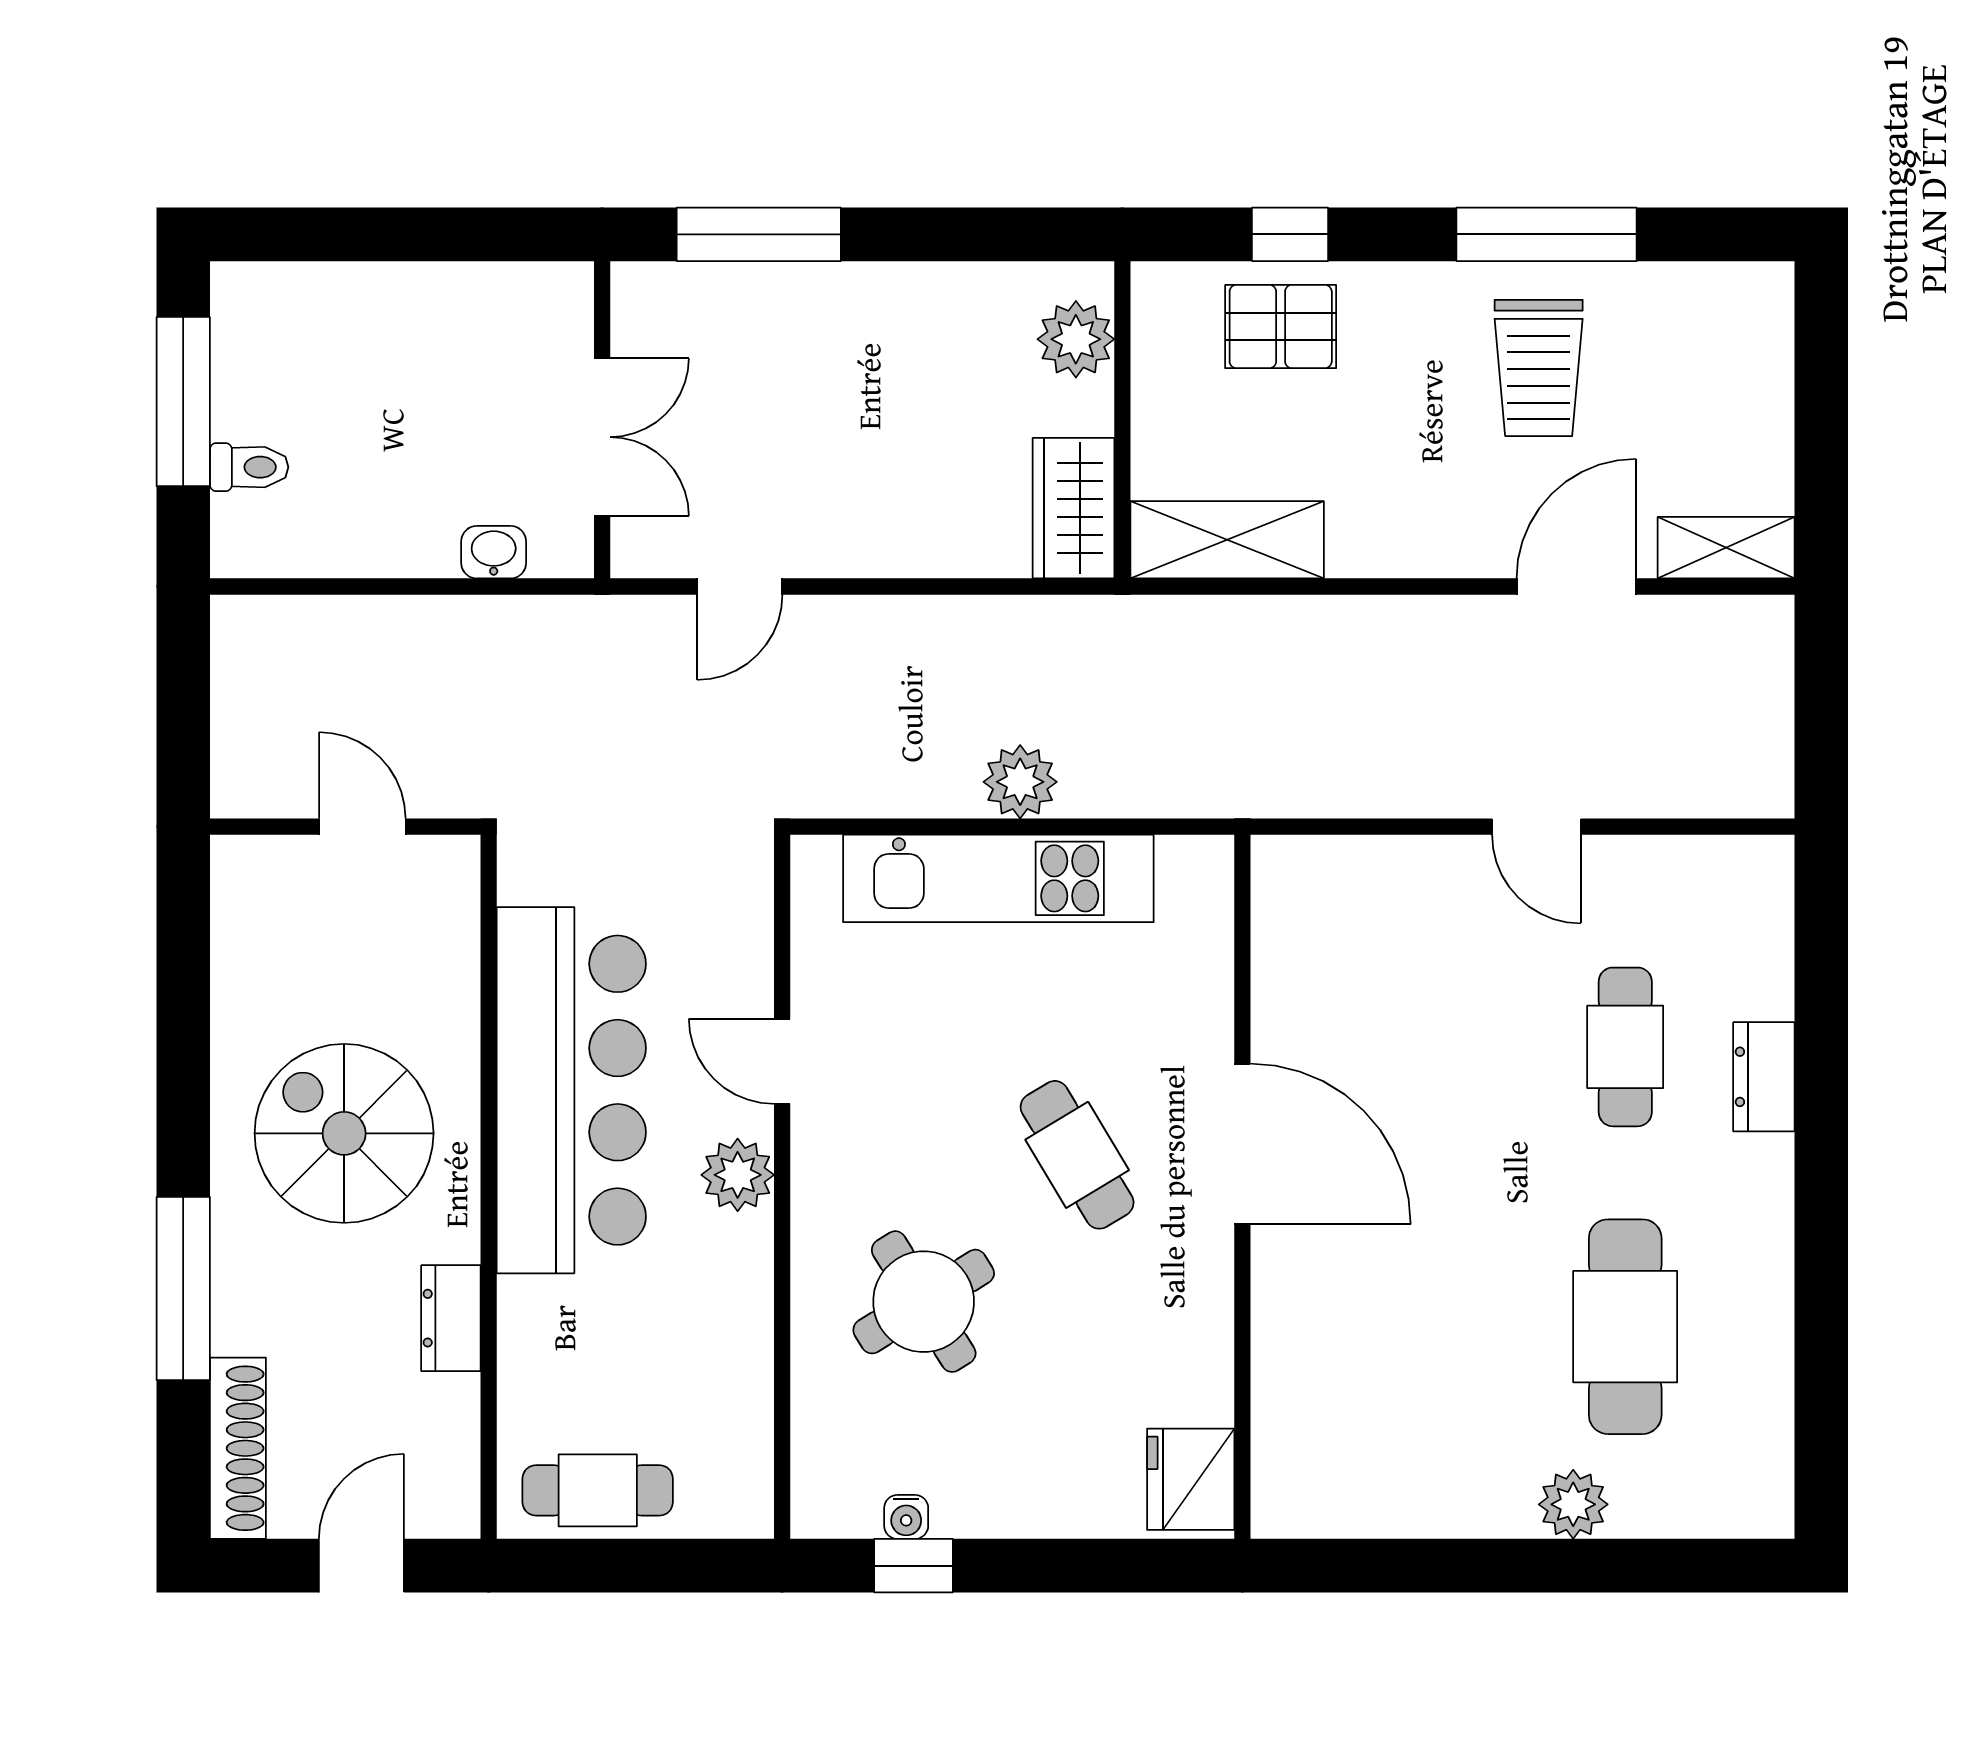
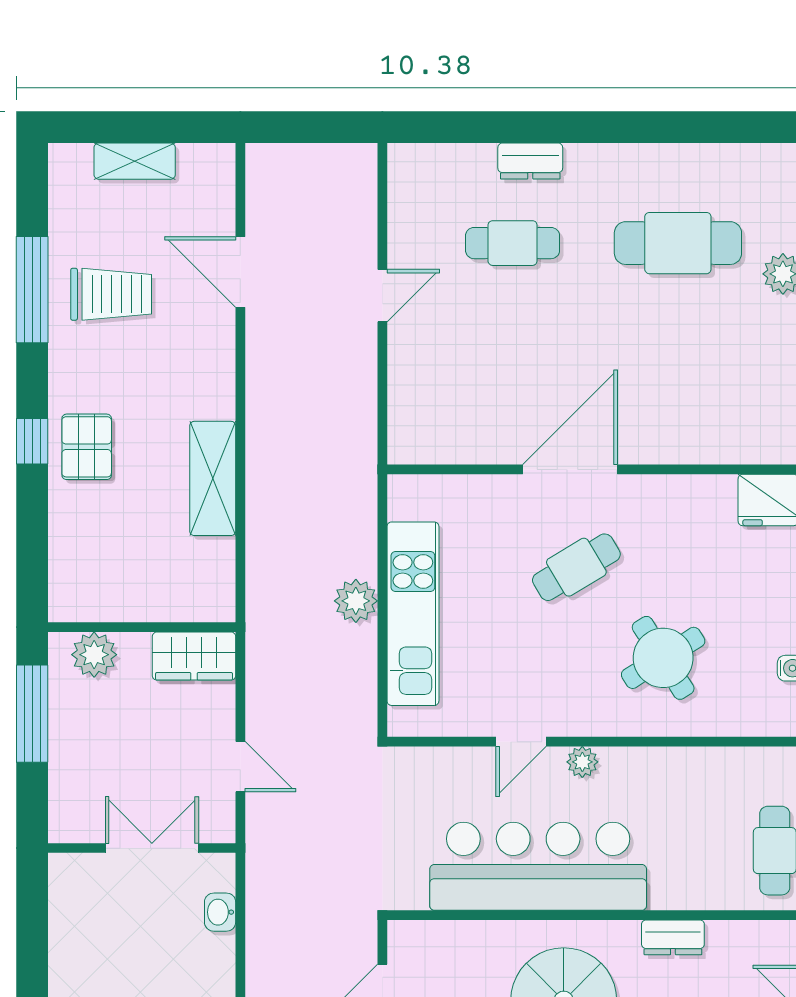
window: (759, 234) -> (32, 714), moved
plant: (1076, 339) -> (94, 655), moved
wall: (1122, 420) -> (142, 627), moved
wardrobe: (1073, 508) -> (194, 656), moved
shelving: (1726, 548) -> (135, 161), moved, turned 90
plant: (738, 1175) -> (582, 762), width x0.73, depth x0.73

